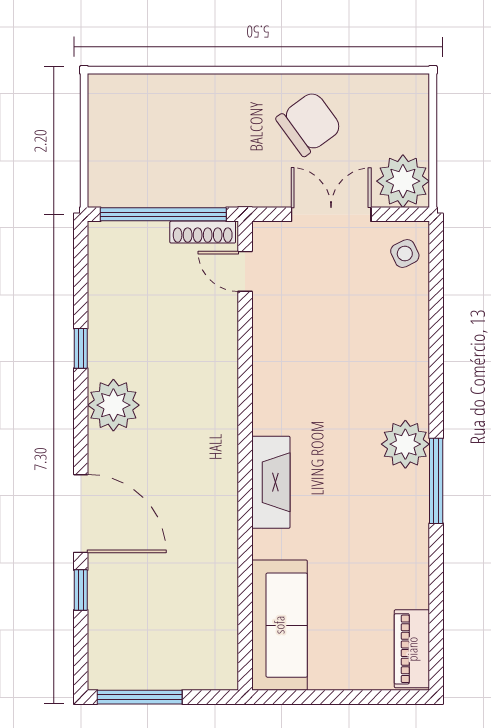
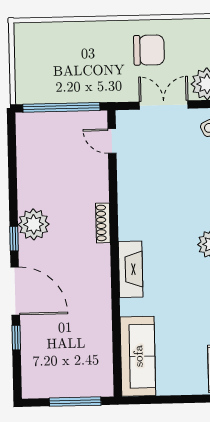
chair: (309, 124) -> (149, 50), turned 36
shoe rack: (203, 232) -> (103, 223), moved, turned 90
window: (81, 348) -> (14, 239), moved
window: (140, 697) -> (75, 402), moved

